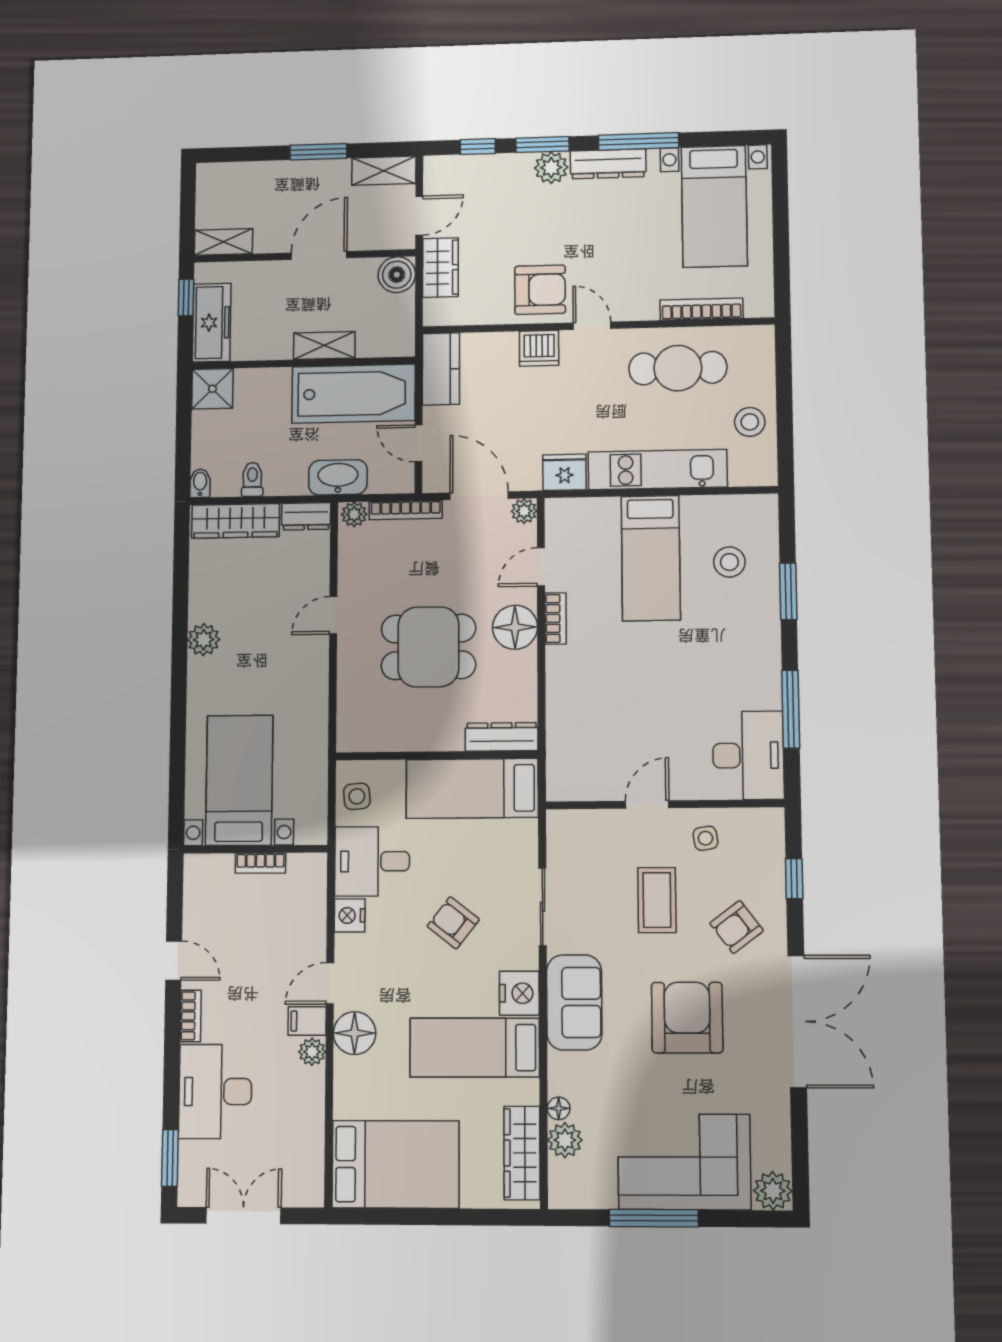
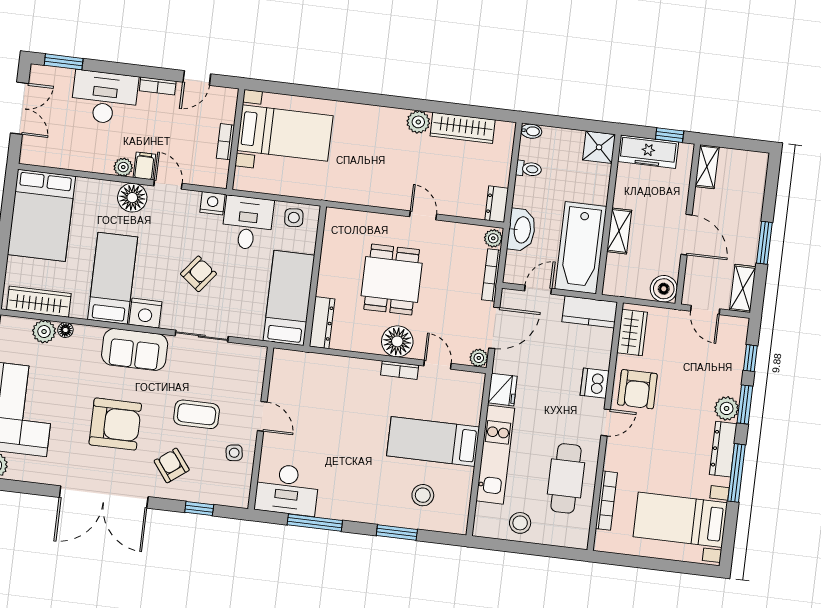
wardrobe: (440, 268) -> (632, 333), moved, turned -90
wardrobe: (236, 521) -> (463, 128), moved, turned -90
bed with nightstands: (239, 780) -> (285, 133), moved
wall: (255, 849) -> (235, 139), moved
bookcase: (260, 863) -> (225, 142), moved

